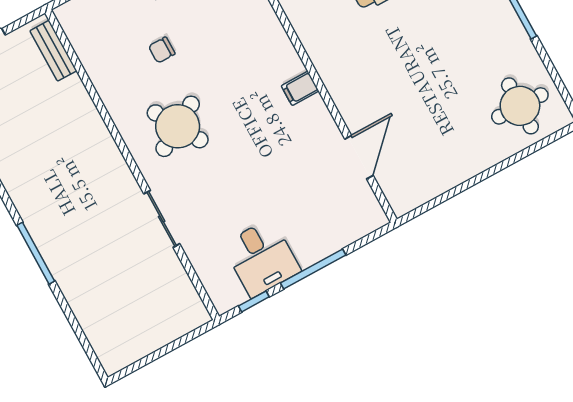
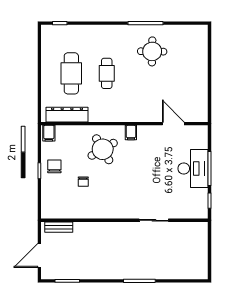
round table: (520, 106) -> (152, 51), moved
round table: (178, 126) -> (103, 149), moved
desk: (261, 258) -> (193, 168), moved, width x1.37

